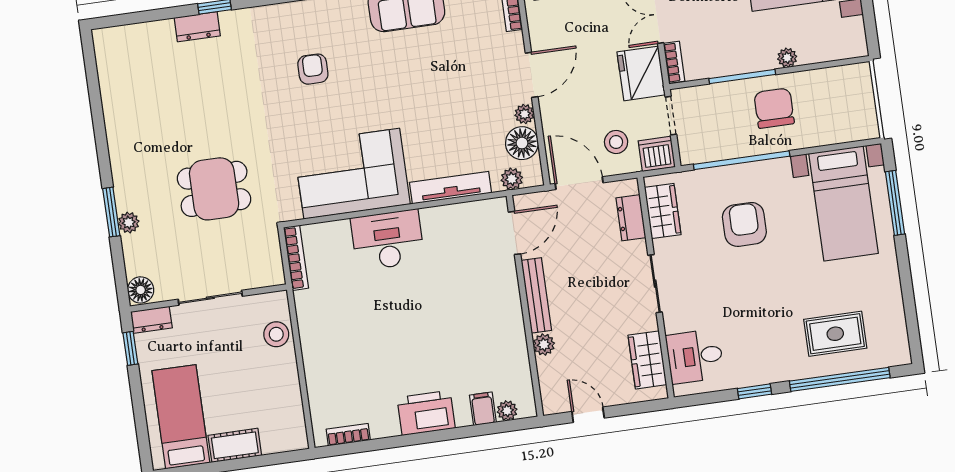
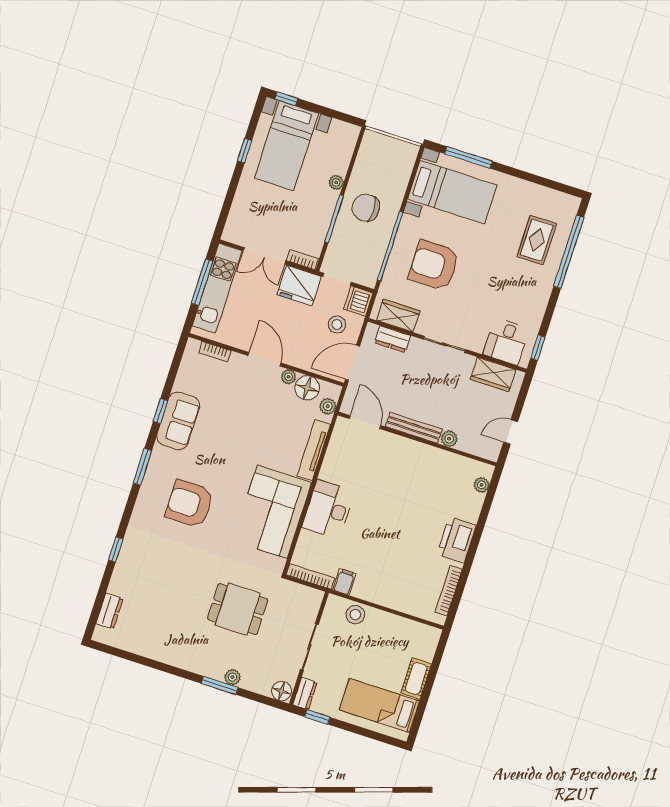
dresser: (197, 27) -> (110, 611), moved
armchair: (313, 69) -> (190, 504), width x1.88, depth x1.88
dining table: (214, 189) -> (238, 609), turned 90
armchair: (744, 224) -> (434, 265), width x1.36, depth x1.36
window: (754, 391) -> (538, 348), moved
filing cabinet: (483, 409) -> (344, 582), moved, turned 90
bookcase: (348, 435) -> (449, 591), width x1.56

